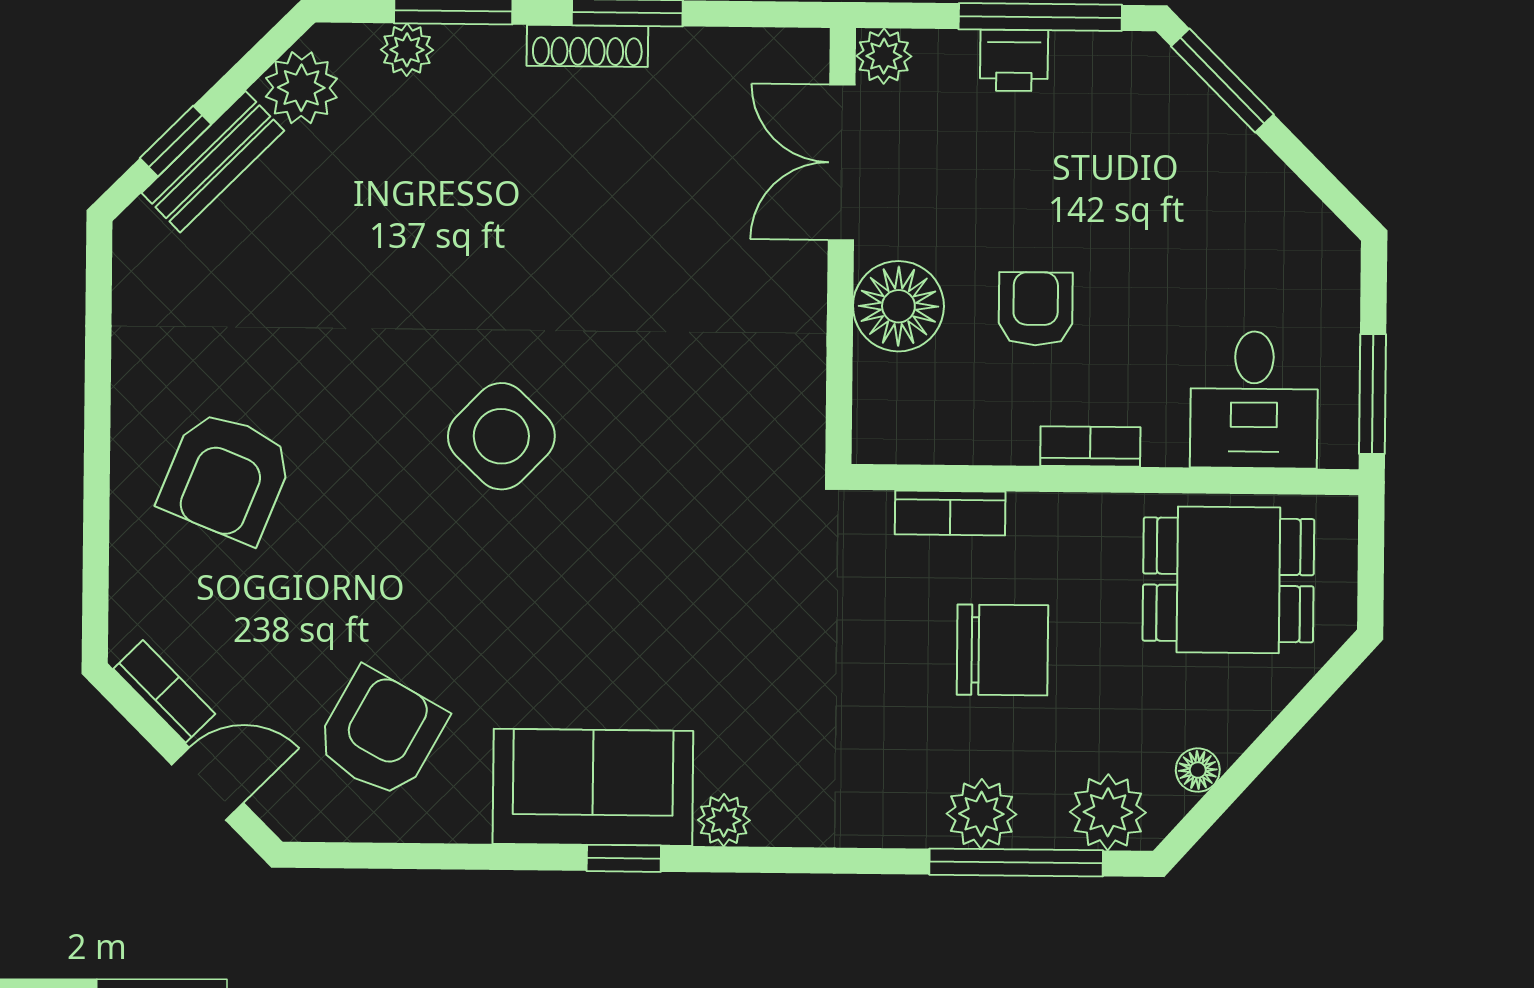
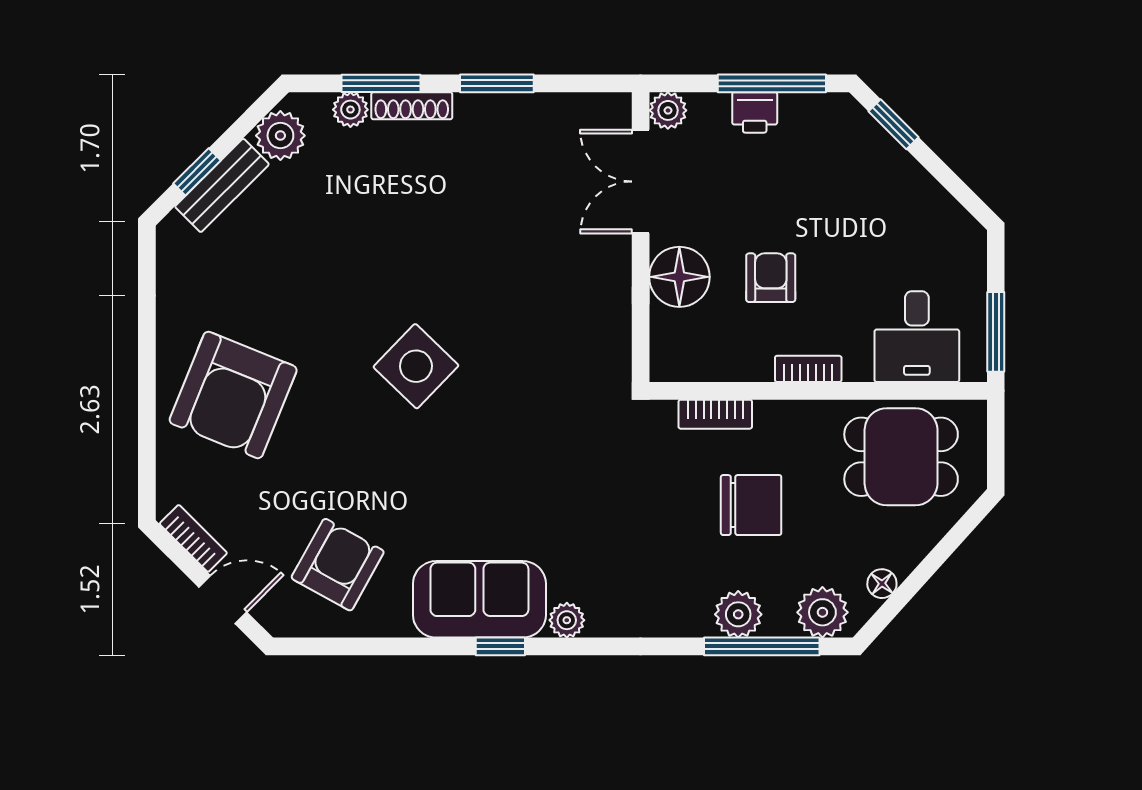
shoe rack: (587, 46) -> (412, 106), moved
window: (1222, 80) -> (894, 124), width x0.67
armchair: (226, 477) -> (233, 395), width x1.36, depth x1.36

